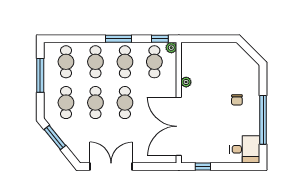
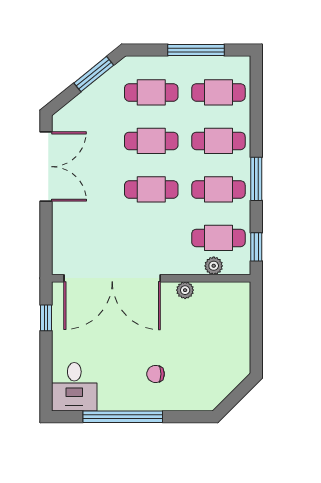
plant: (171, 48) -> (214, 266), moved
double door: (179, 126) -> (112, 278), swing flipped

